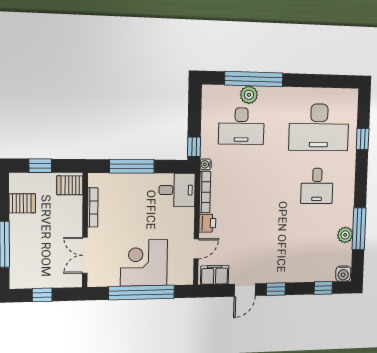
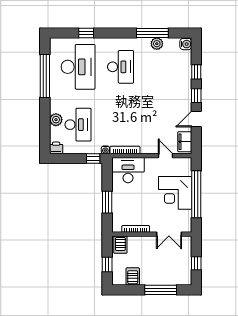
window: (254, 79) -> (45, 76), moved
window: (132, 166) -> (107, 202), width x0.69
desk: (317, 186) -> (121, 67), width x1.37
desk: (177, 190) -> (128, 170), width x1.37
printer: (207, 223) -> (56, 148), moved
window: (323, 288) -> (196, 72), moved
door: (245, 290) -> (196, 119), swing flipped

